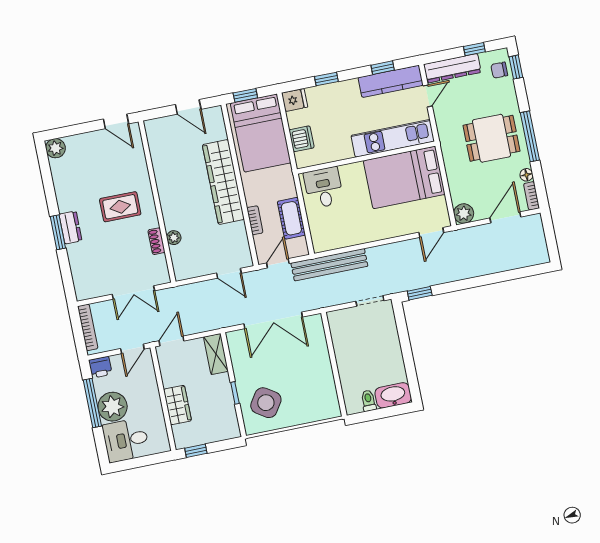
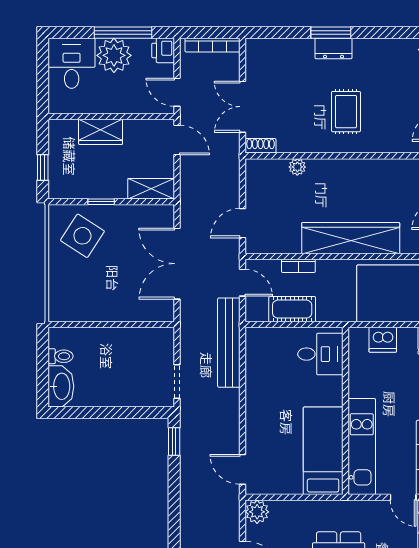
bed: (404, 177) -> (323, 451), width x0.67
shoe rack: (156, 241) -> (261, 146), moved
window: (196, 451) -> (43, 168), moved

